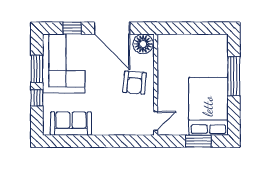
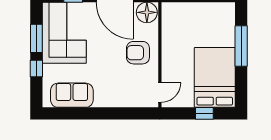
armchair: (135, 83) -> (138, 53), turned 85
window: (198, 141) -> (204, 113), width x0.67

